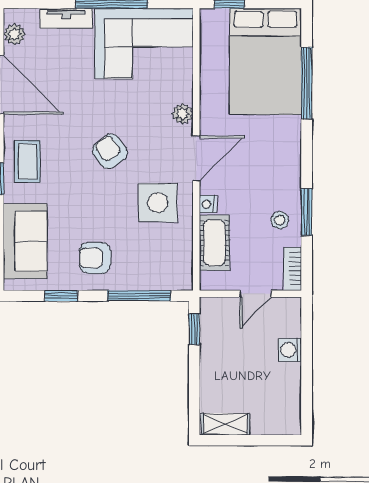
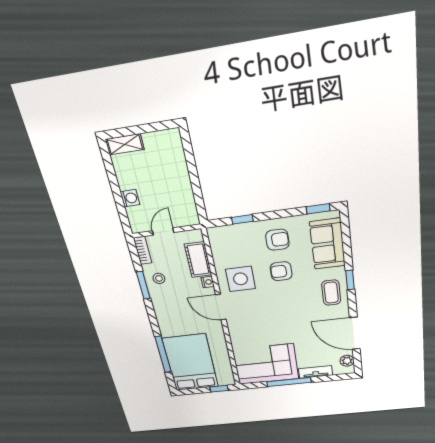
plant: (183, 114) -> (235, 331), removed
armchair: (110, 151) -> (281, 271), moved, turned 126
door: (196, 158) -> (221, 307), hinge flipped
window: (61, 296) -> (318, 209), moved
window: (139, 296) -> (242, 219), width x0.46
window: (194, 329) -> (199, 202), removed
shelving: (225, 424) -> (125, 144), moved

